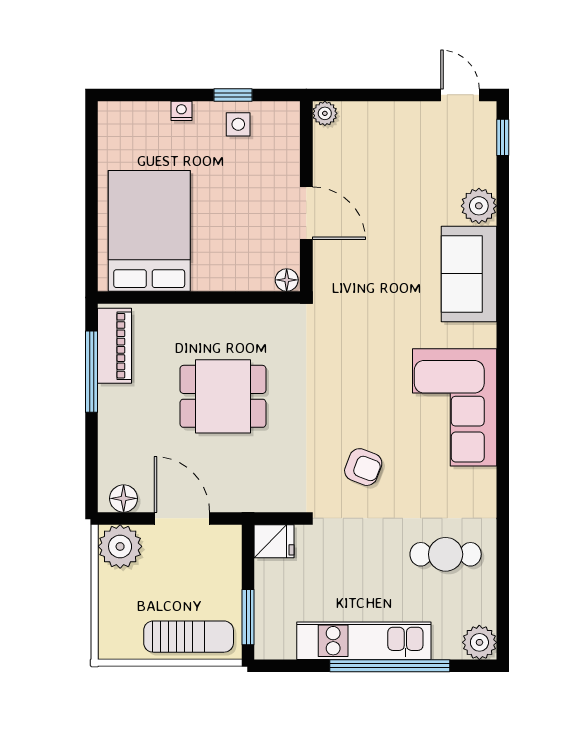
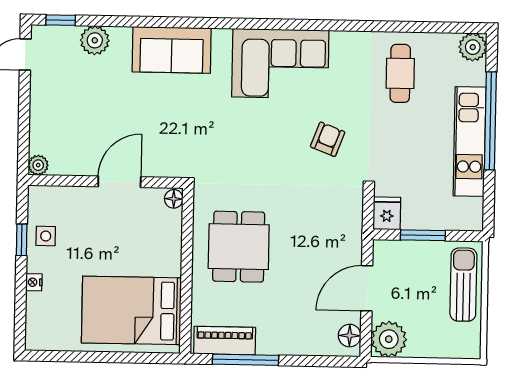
plant: (479, 206) -> (95, 40), moved
dining table: (223, 396) -> (239, 247), moved
window: (248, 617) -> (423, 235), moved

